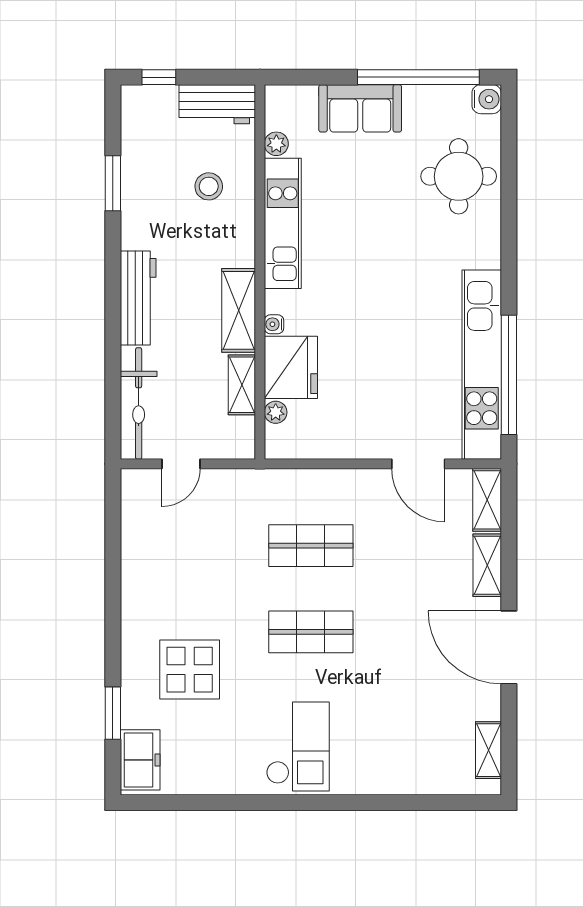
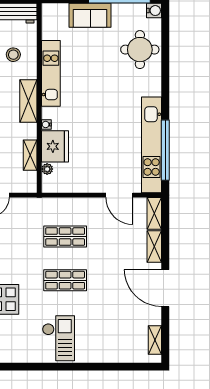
plant: (276, 144) -> (48, 33), removed
shelving: (239, 310) -> (28, 101), moved

